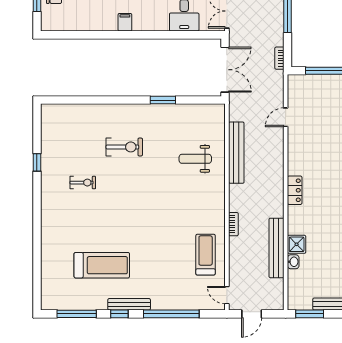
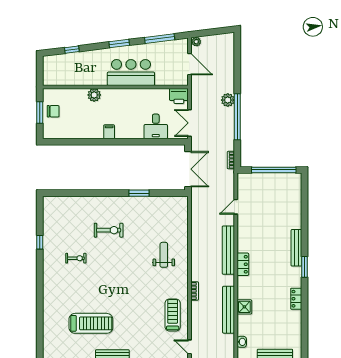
bench: (236, 153) -> (228, 250), moved
weight bench: (195, 159) -> (164, 255), moved, turned 90
washbasin: (293, 262) -> (242, 342), moved

